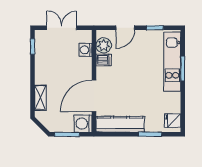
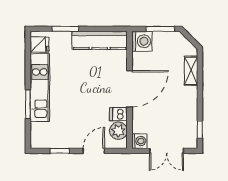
washing machine: (85, 50) -> (139, 141), moved
kitchen unit: (172, 62) -> (40, 88), moved
door: (94, 96) -> (130, 89), moved

